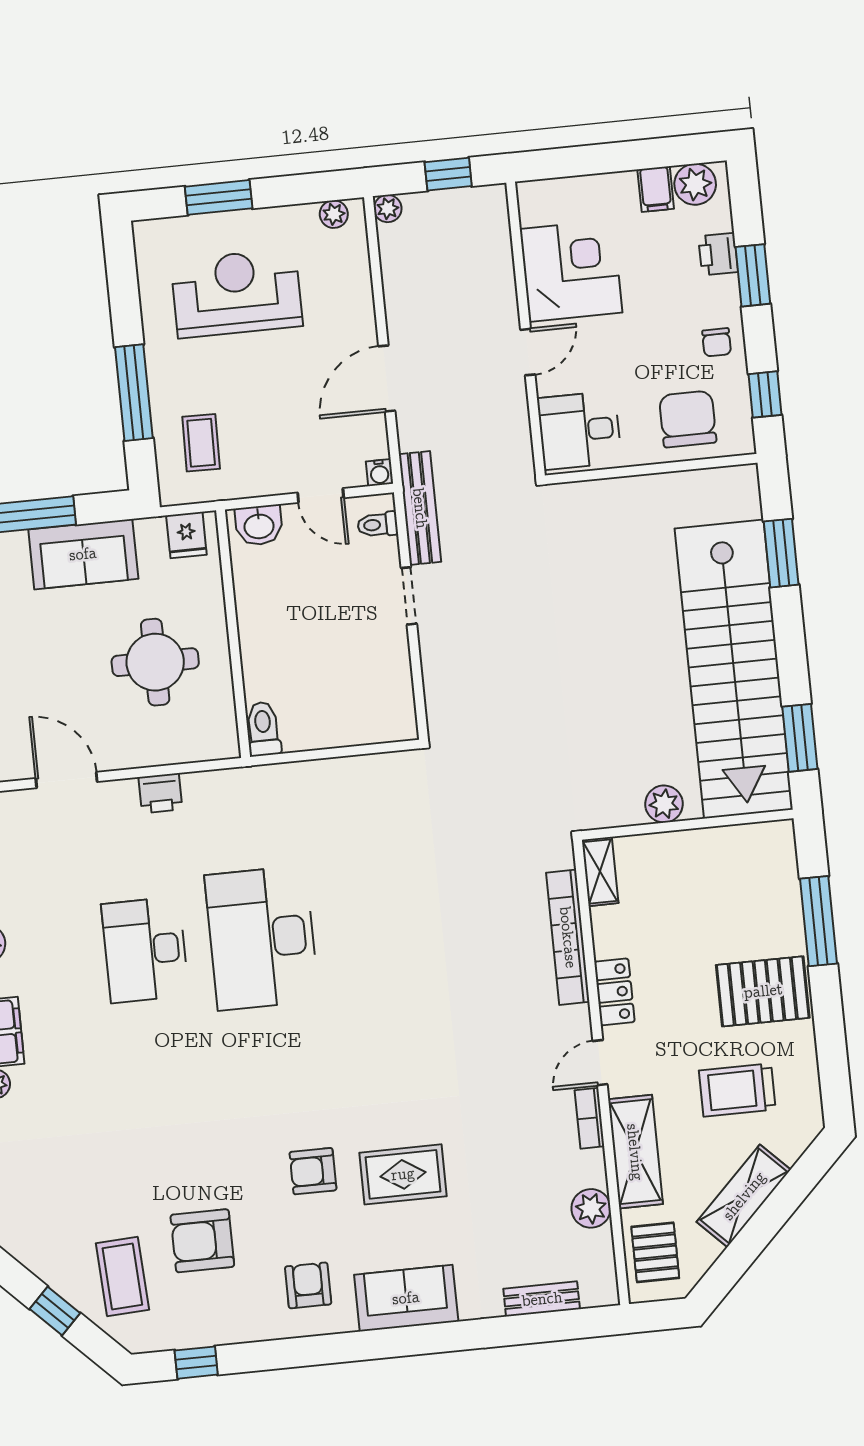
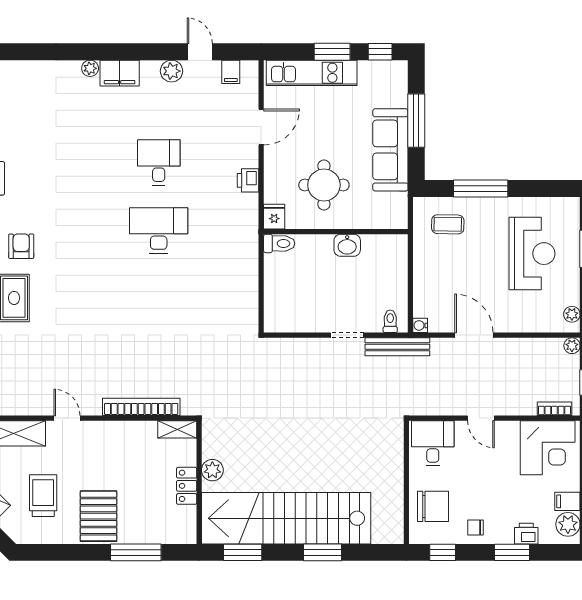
corner desk: (571, 271) -> (548, 448), moved
door: (321, 495) -> (410, 290), removed
washbasin: (259, 525) -> (347, 245), moved, turned -90
fridge: (186, 535) -> (274, 217), moved, turned 90
window: (781, 553) -> (323, 552), moved
sofa: (83, 554) -> (390, 150), width x1.36
desk: (262, 938) -> (159, 230), width x0.73, depth x0.77
desk: (145, 950) -> (159, 162), width x0.73
locker: (614, 992) -> (187, 486), moved, turned 90
bookcase: (589, 1118) -> (554, 409), moved

